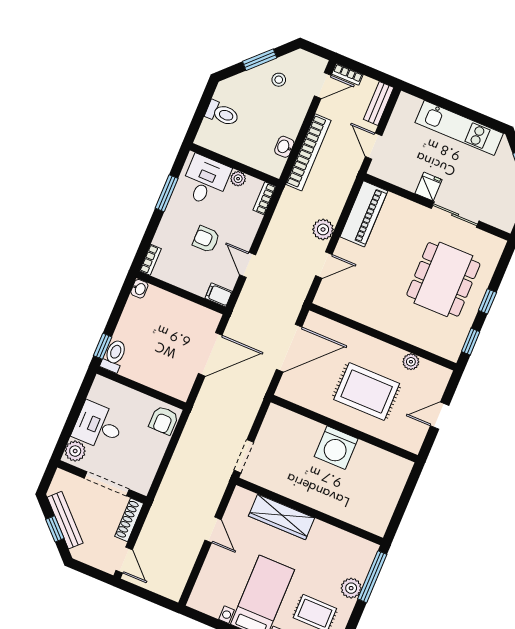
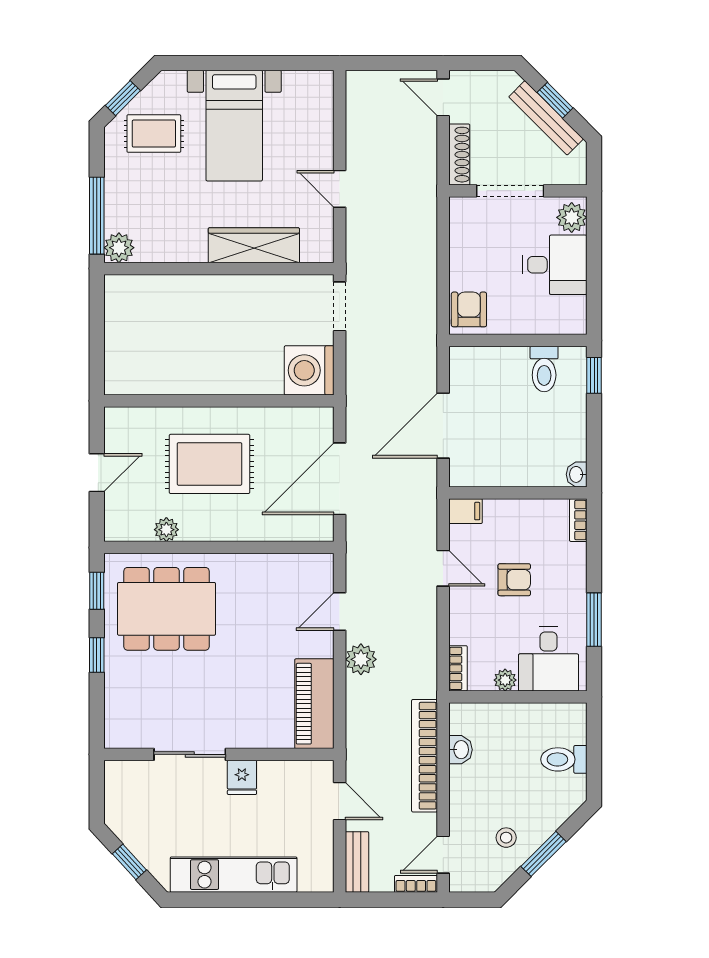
dining table: (443, 279) -> (167, 609), moved, turned 90
toilet: (114, 356) -> (544, 369), moved
washing machine: (336, 448) -> (309, 370), moved, turned -90
plant: (351, 588) -> (119, 248), moved

